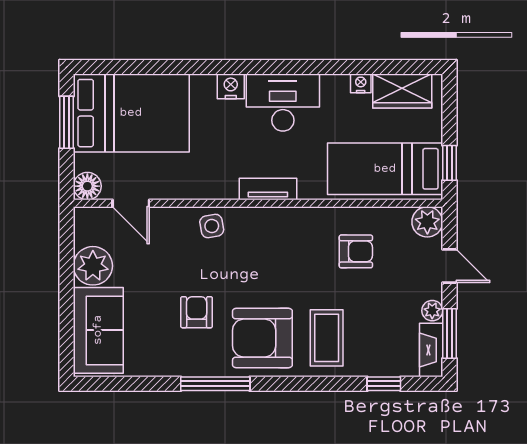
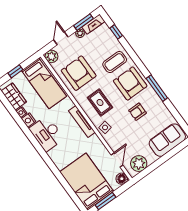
nightstand: (231, 86) -> (29, 120), moved
window: (449, 163) -> (15, 71), moved
tv unit: (268, 189) -> (82, 122), width x1.41
armchair: (356, 251) -> (79, 73), width x1.88, depth x1.88
rug: (268, 252) -> (100, 102), added
plant: (93, 266) -> (139, 164), moved
armchair: (262, 338) -> (130, 83), turned 180

